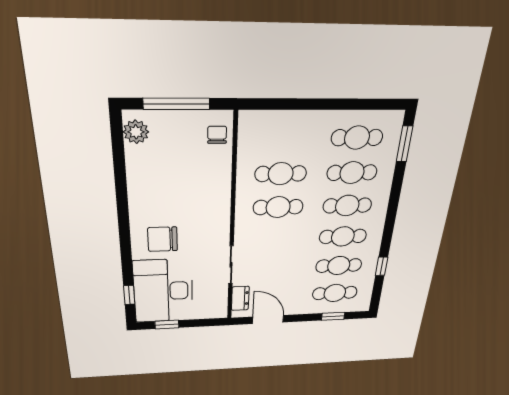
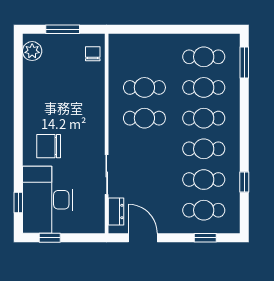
window: (176, 104) -> (63, 29), width x0.69

